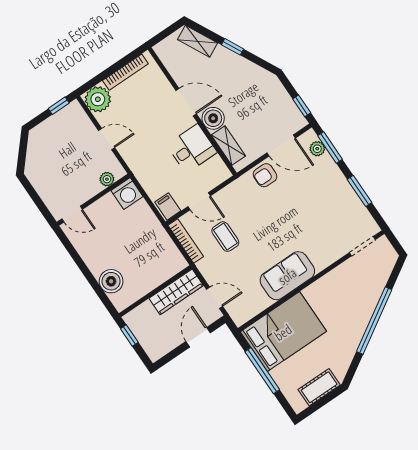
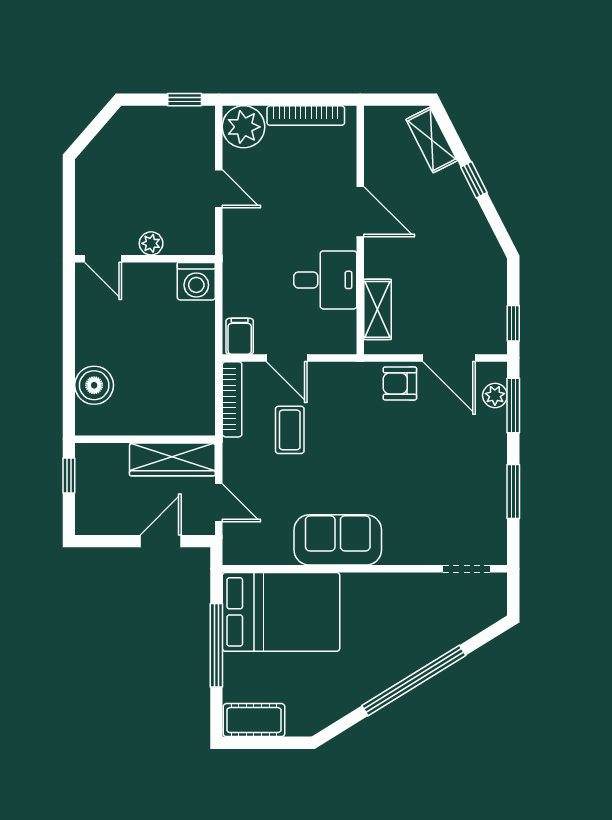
boiler: (213, 118) -> (382, 259), removed
plant: (107, 179) -> (151, 243), moved
cot: (319, 387) -> (254, 720), moved

